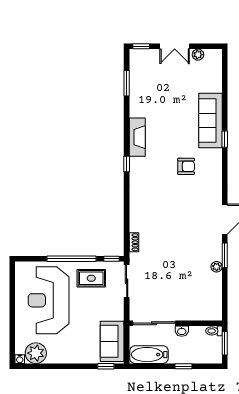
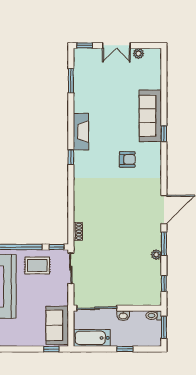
window: (225, 297) -> (164, 283), added

